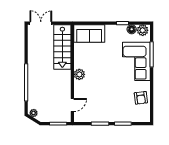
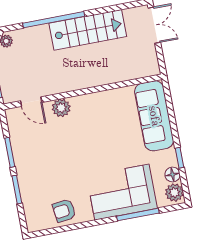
sofa: (89, 34) -> (154, 116), width x1.36
stairs: (62, 47) -> (88, 30), moved, turned 180
plant: (79, 74) -> (61, 108), moved

